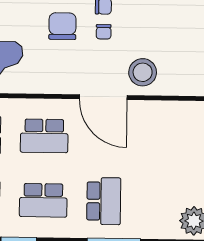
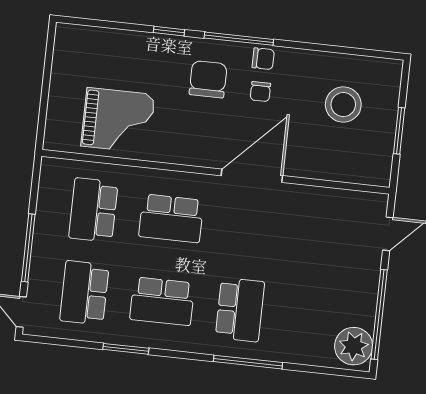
stool: (143, 72) -> (343, 105), moved
door: (103, 97) -> (252, 176), swing flipped

